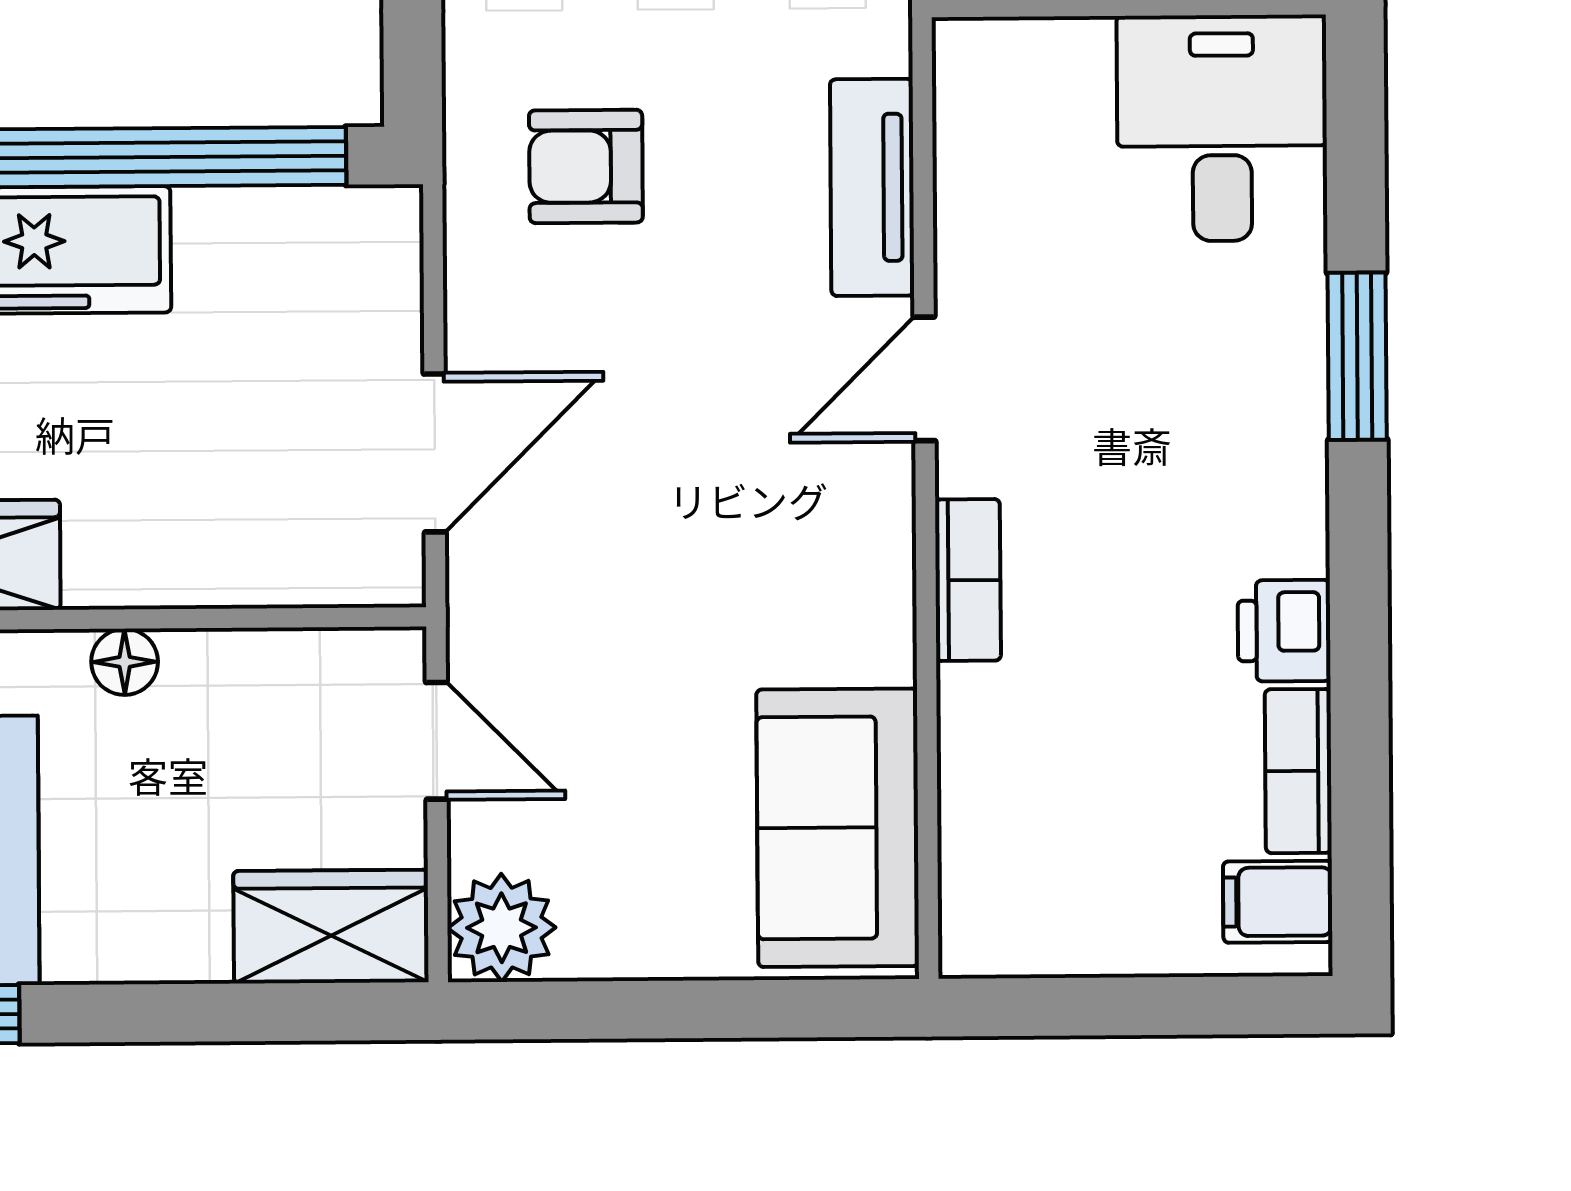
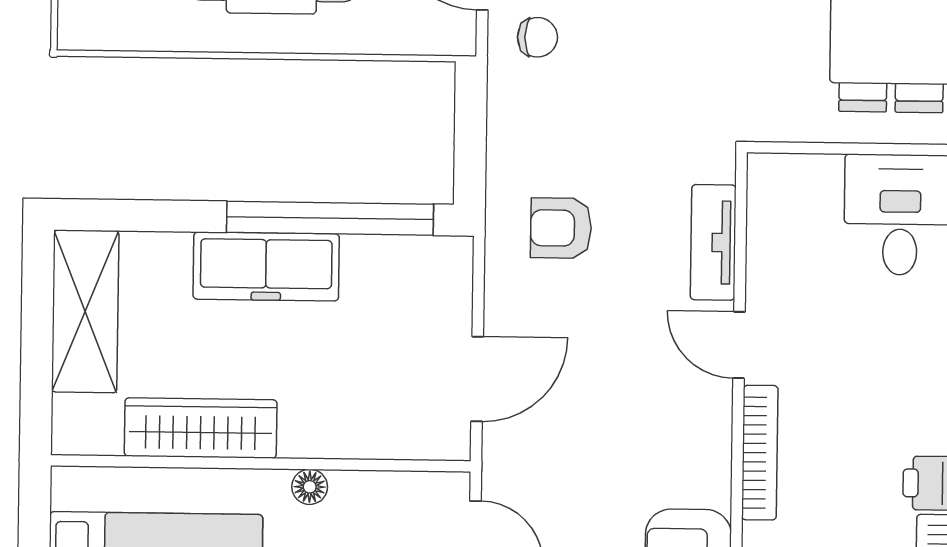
door: (925, 379) -> (739, 345), hinge flipped
bookcase: (968, 580) -> (760, 453), width x1.56

